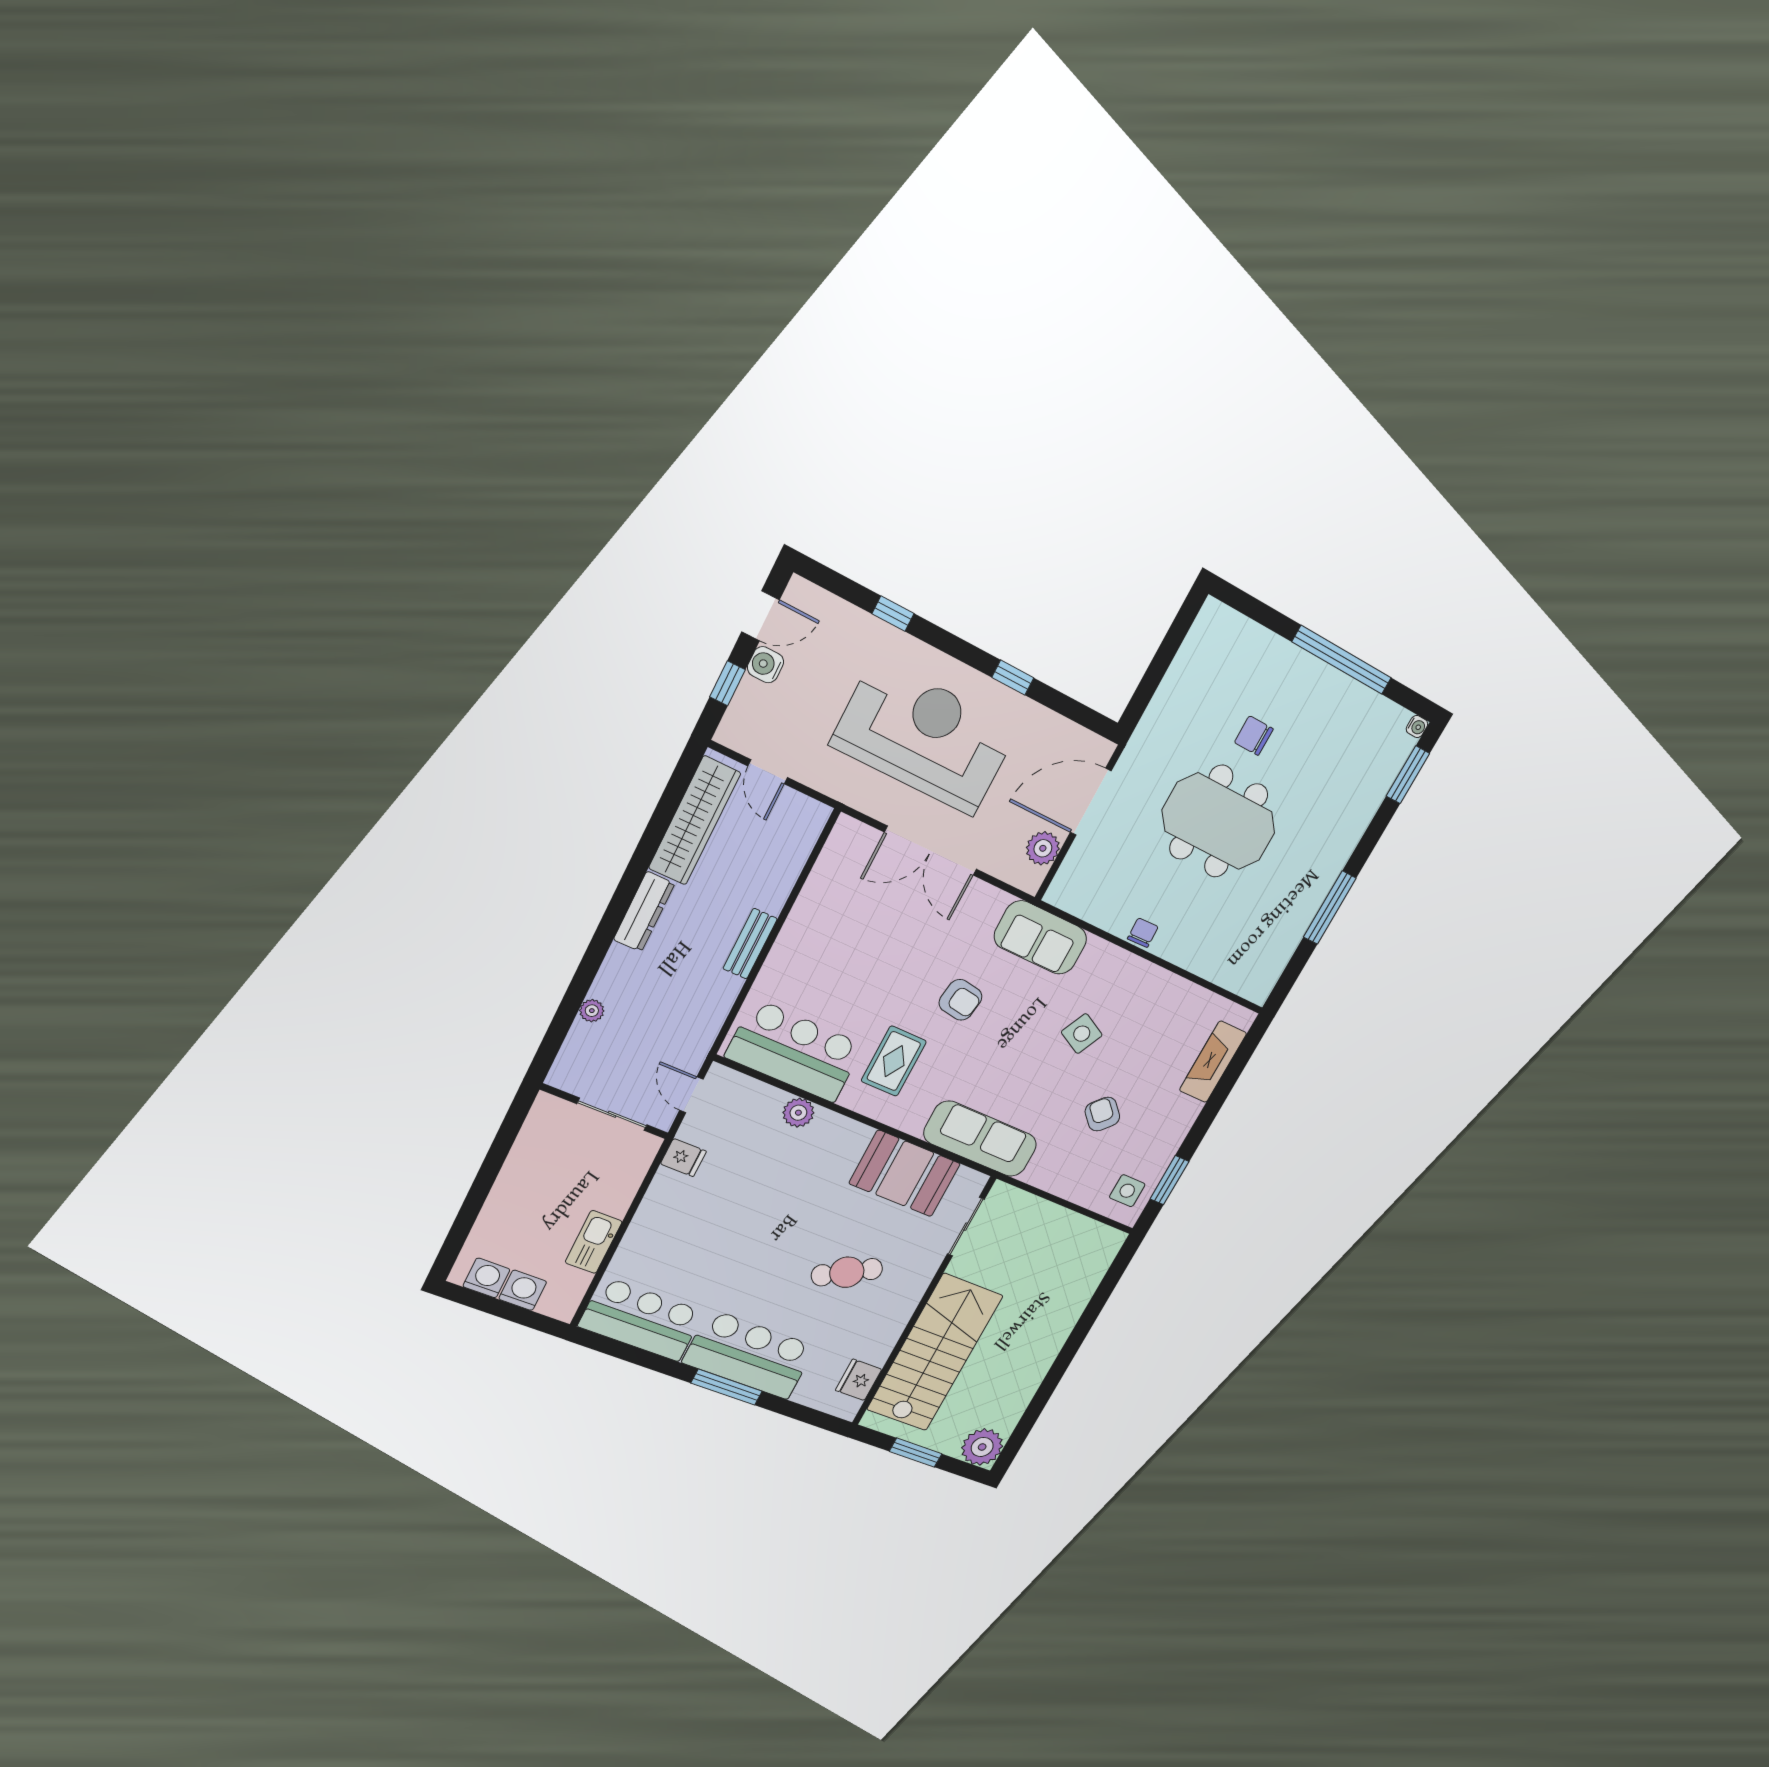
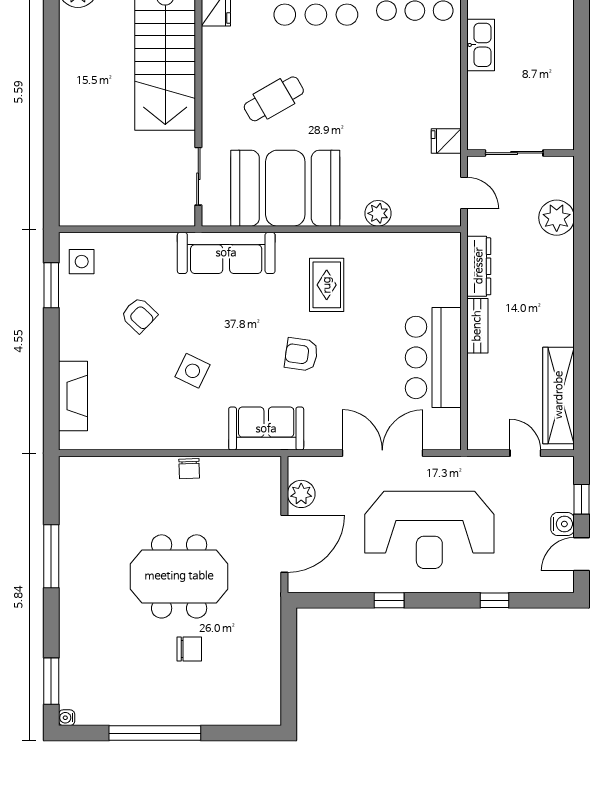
dresser: (644, 912) -> (479, 266), moved, turned 180
plant: (592, 1011) -> (557, 218), width x1.87, depth x1.87
bar counter: (795, 1051) -> (433, 357), moved, turned 90
booth: (905, 1174) -> (285, 188), width x1.36, depth x1.42

